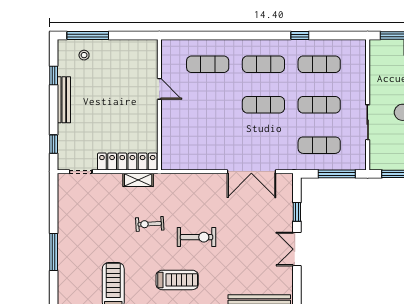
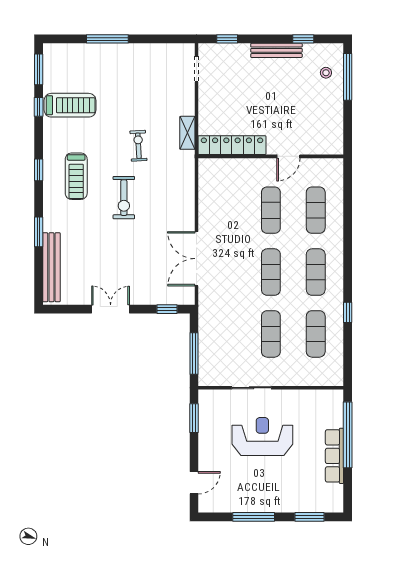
exercise mat: (319, 145) -> (271, 210), moved
locker: (127, 161) -> (232, 145), moved, turned -90
window: (297, 212) -> (167, 309), moved

